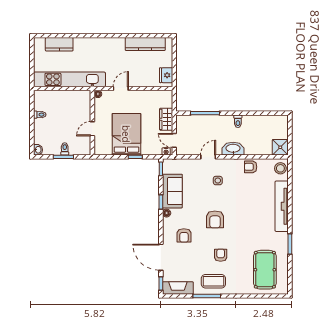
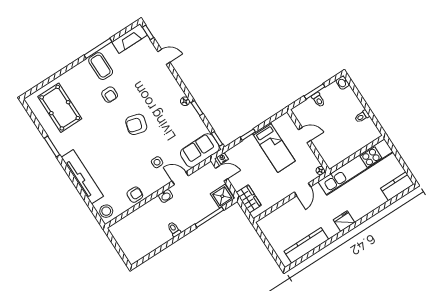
kitchen counter: (59, 44) -> (397, 186), moved
fridge: (166, 75) -> (344, 221), moved, turned -90
wardrobe: (166, 119) -> (249, 199), moved
door: (92, 129) -> (305, 135), hinge flipped
bed: (126, 134) -> (274, 147), width x0.67
shower: (280, 147) -> (222, 196), moved
washbasin: (233, 149) -> (166, 196), width x0.52, depth x0.69
door: (208, 157) -> (180, 178), swing flipped
sofa: (172, 191) -> (200, 150), moved, turned 90
armchair: (215, 219) -> (136, 124), turned -75
armchair: (184, 235) -> (155, 91), removed
door: (161, 257) -> (164, 57), width x0.53
coffee table: (213, 281) -> (101, 66), turned 90

